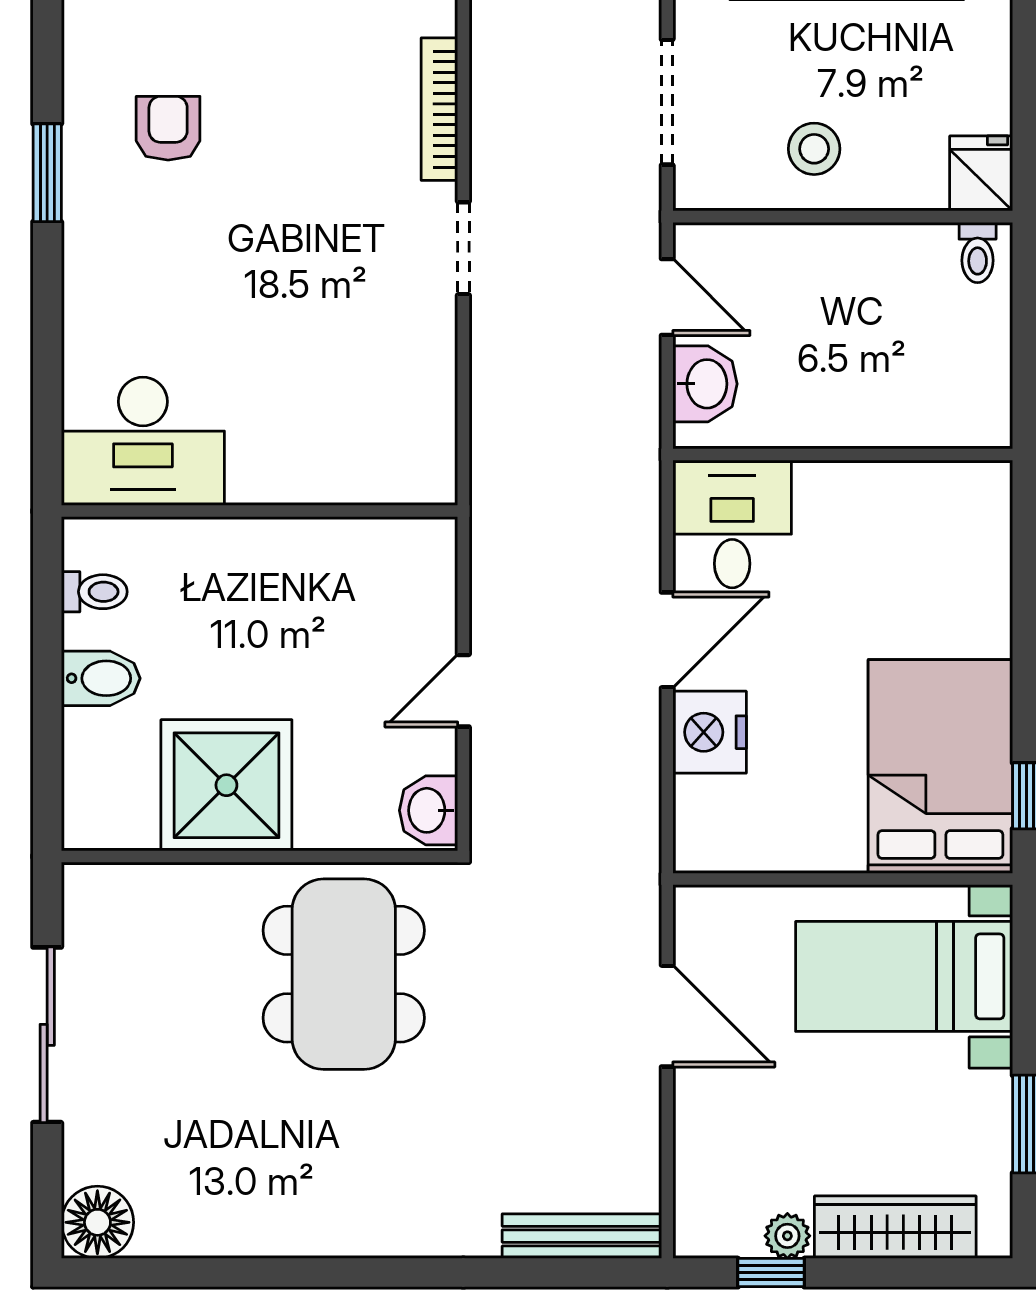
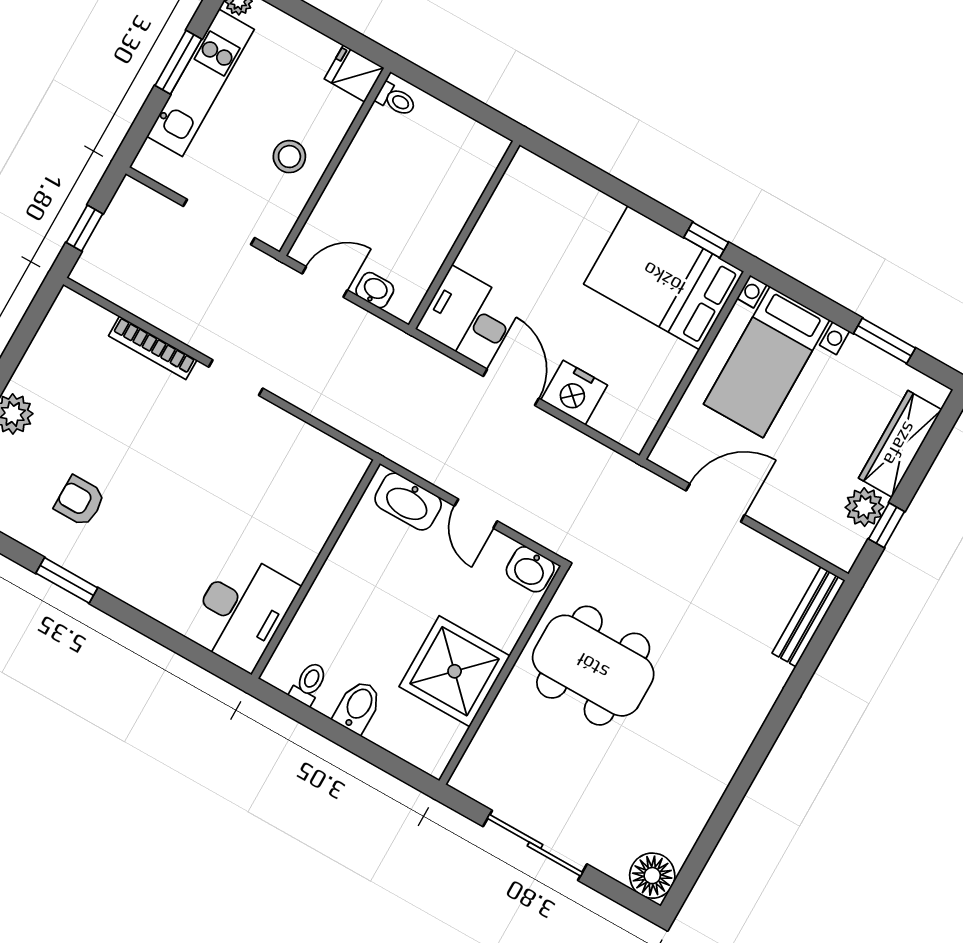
washbasin: (705, 384) -> (375, 290), width x0.72, depth x0.69
washbasin: (427, 586) -> (408, 502), added
plant: (787, 1236) -> (864, 507), width x1.38, depth x1.38

